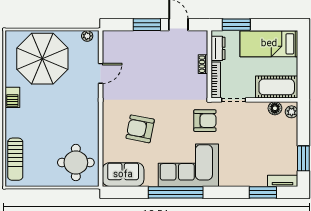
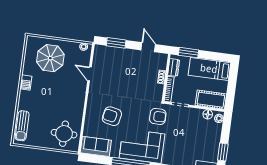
window: (147, 25) -> (116, 43), moved
parasol: (42, 59) -> (50, 58), width x0.73, depth x0.73
door: (101, 73) -> (90, 74), swing flipped

